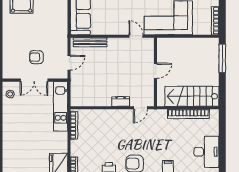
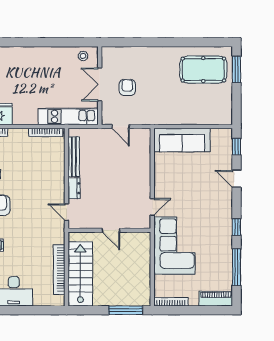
bench: (90, 42) -> (74, 157), moved

